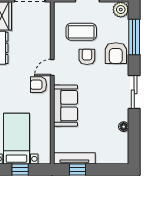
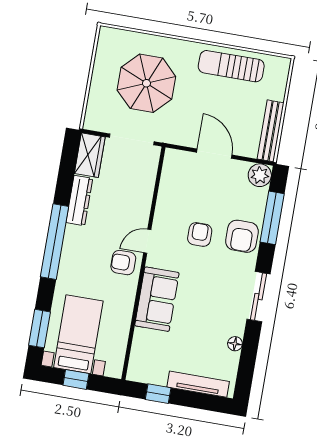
coffee table: (81, 32) -> (198, 197), removed
tv unit: (74, 158) -> (198, 384), moved

